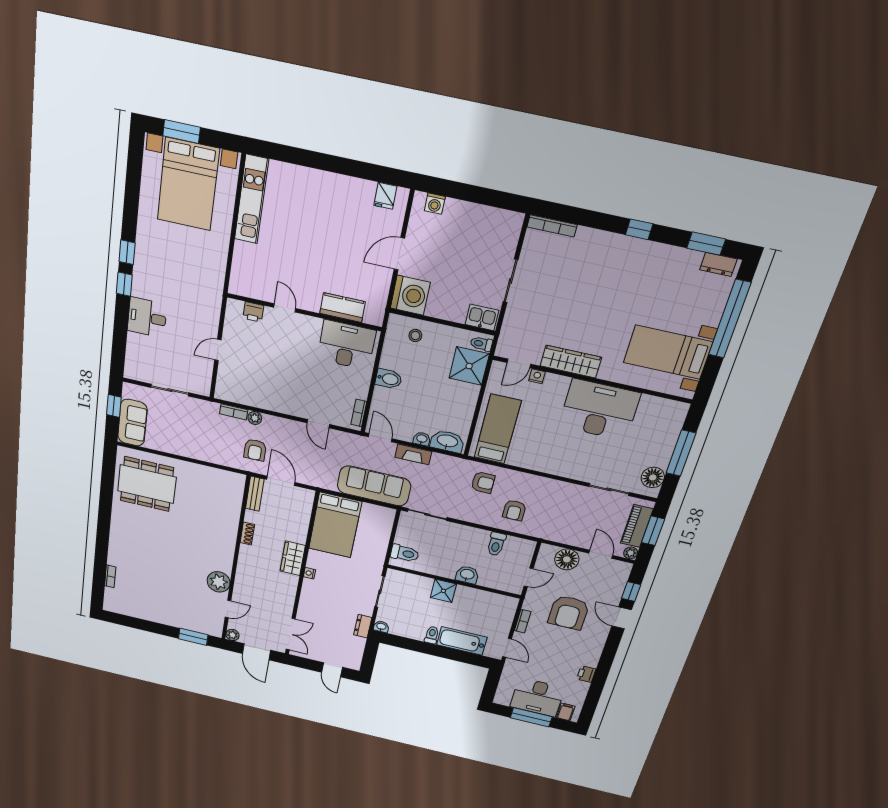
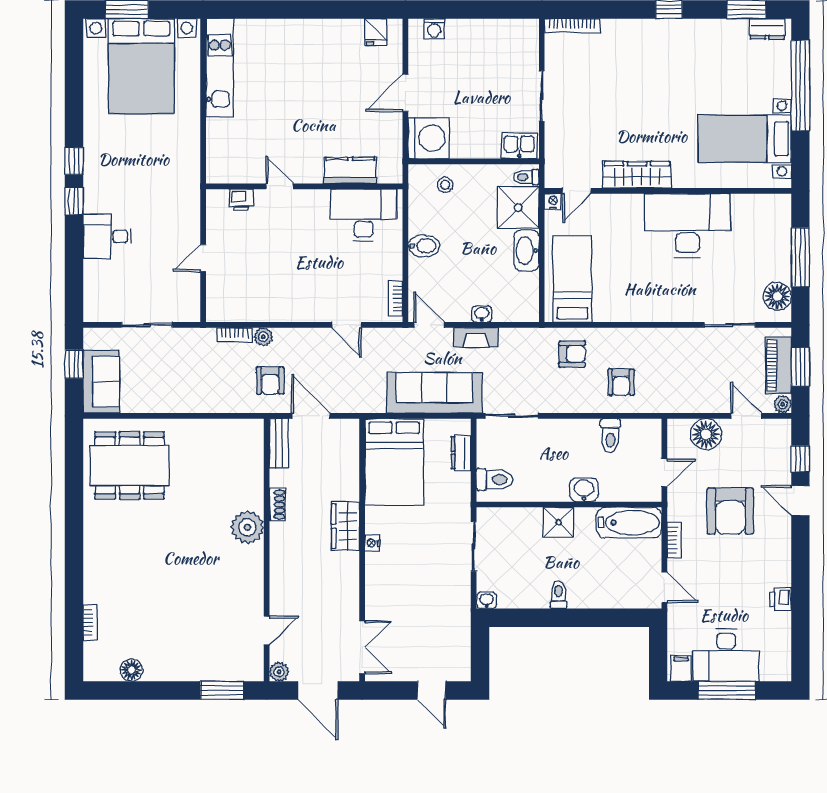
nightstand: (537, 376) -> (553, 202), moved
washbasin: (447, 441) -> (526, 251), moved, turned -90
plant: (219, 582) -> (248, 527), moved
floor lamp: (135, 611) -> (131, 670), added
dresser: (363, 626) -> (461, 453), moved
bathtub: (462, 641) -> (629, 523), moved, turned 180
filing cabinet: (566, 712) -> (681, 668), moved

